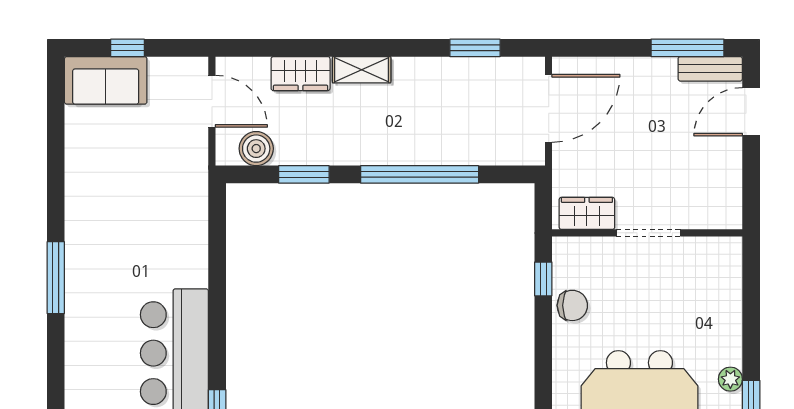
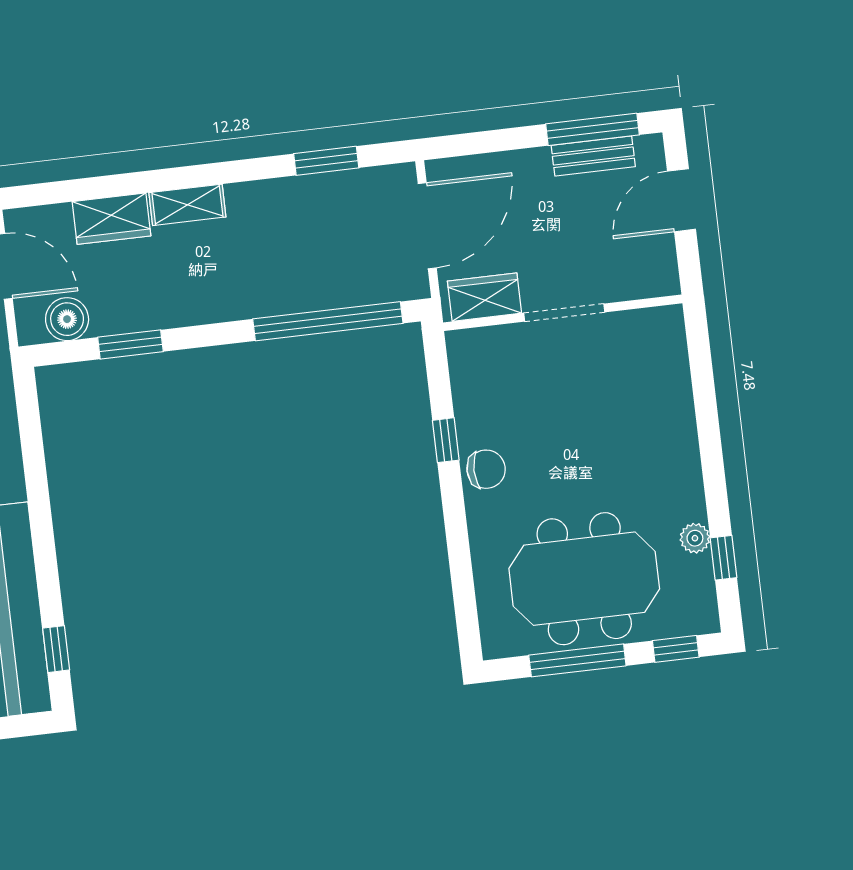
bench: (710, 69) -> (593, 156), moved
window: (420, 174) -> (328, 321), moved
wardrobe: (587, 213) -> (484, 297), moved
wall: (647, 233) -> (563, 313), moved
doorway: (648, 233) -> (564, 313), moved

